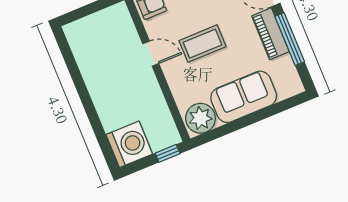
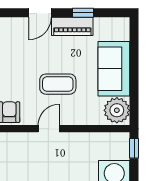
window: (290, 39) -> (83, 13), width x0.46
coffee table: (203, 44) -> (58, 84), turned 90

